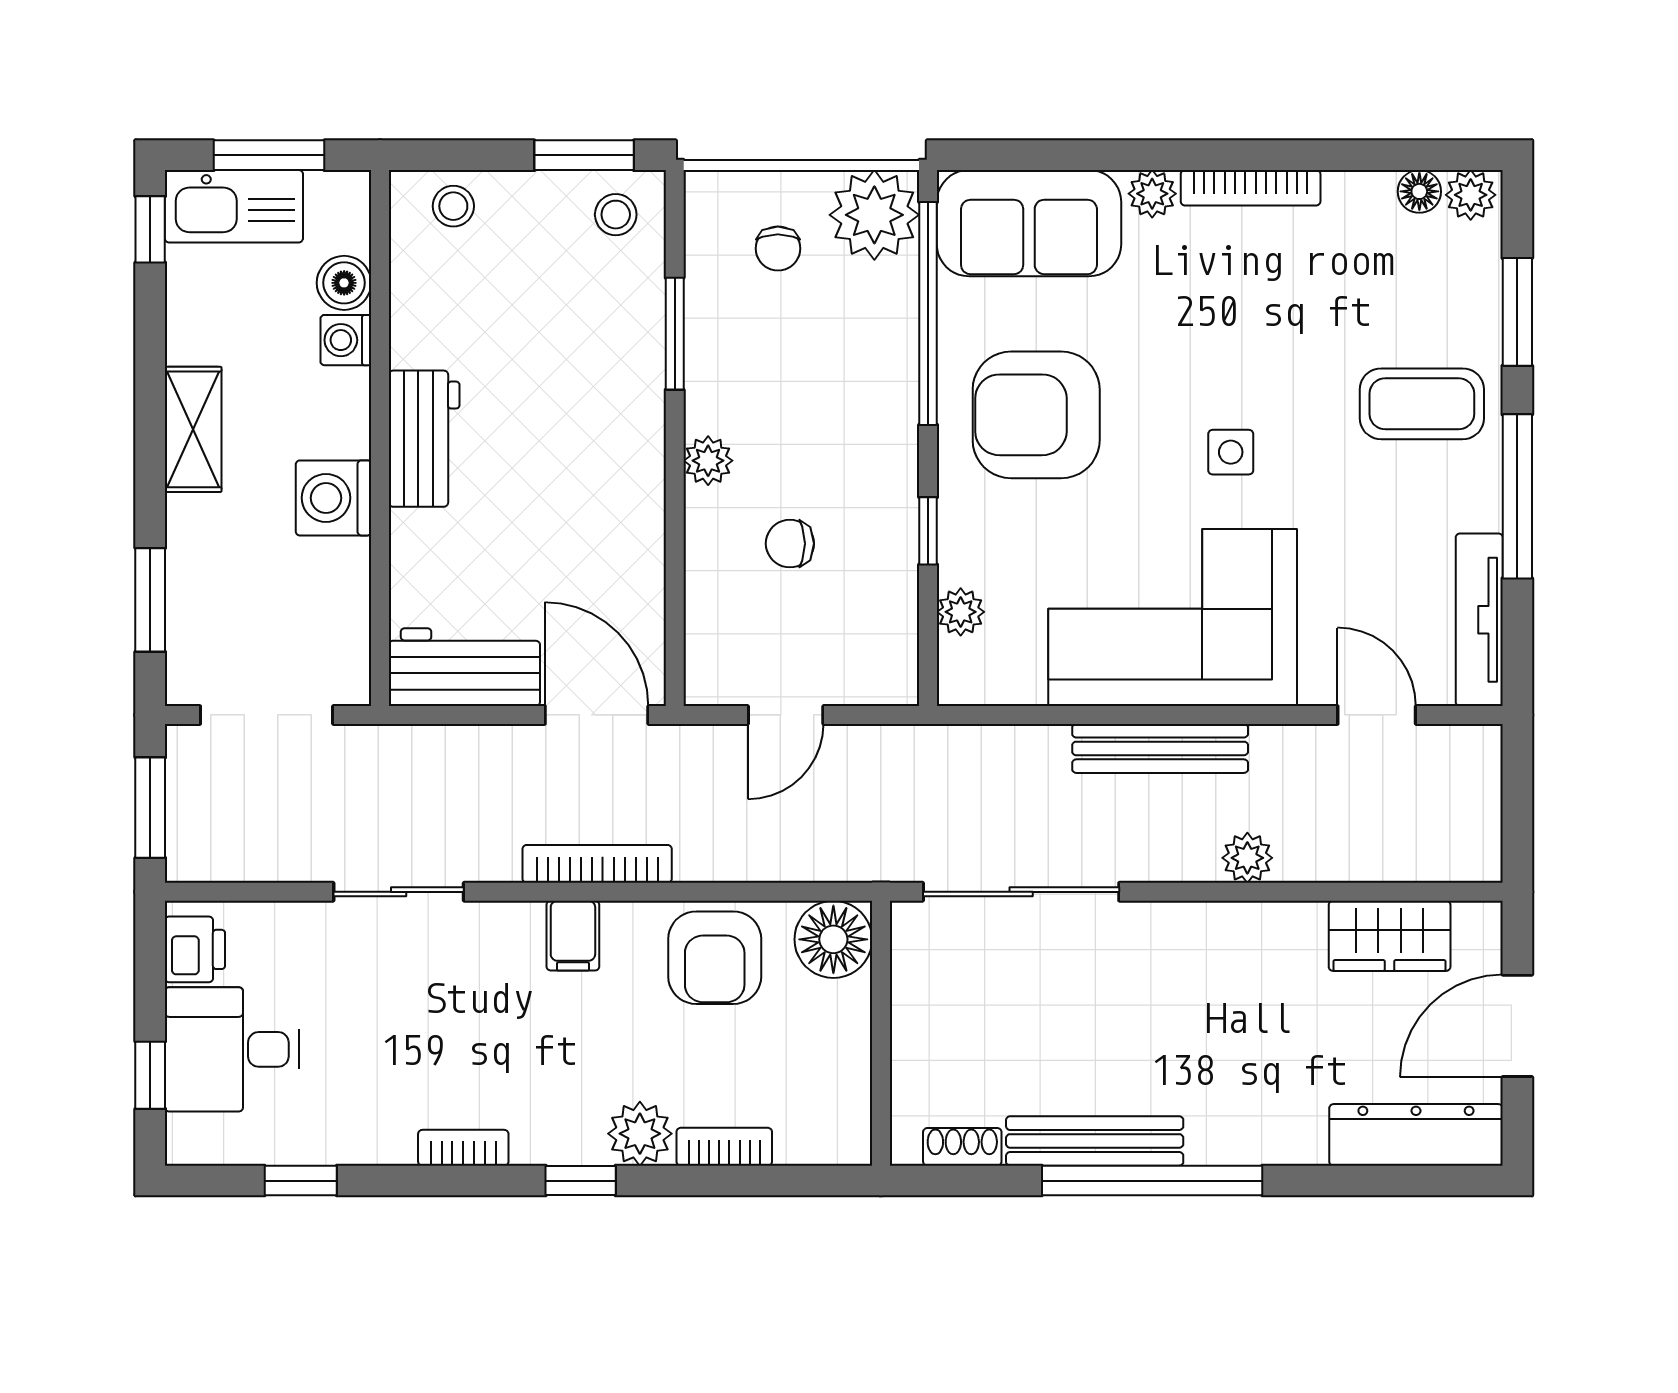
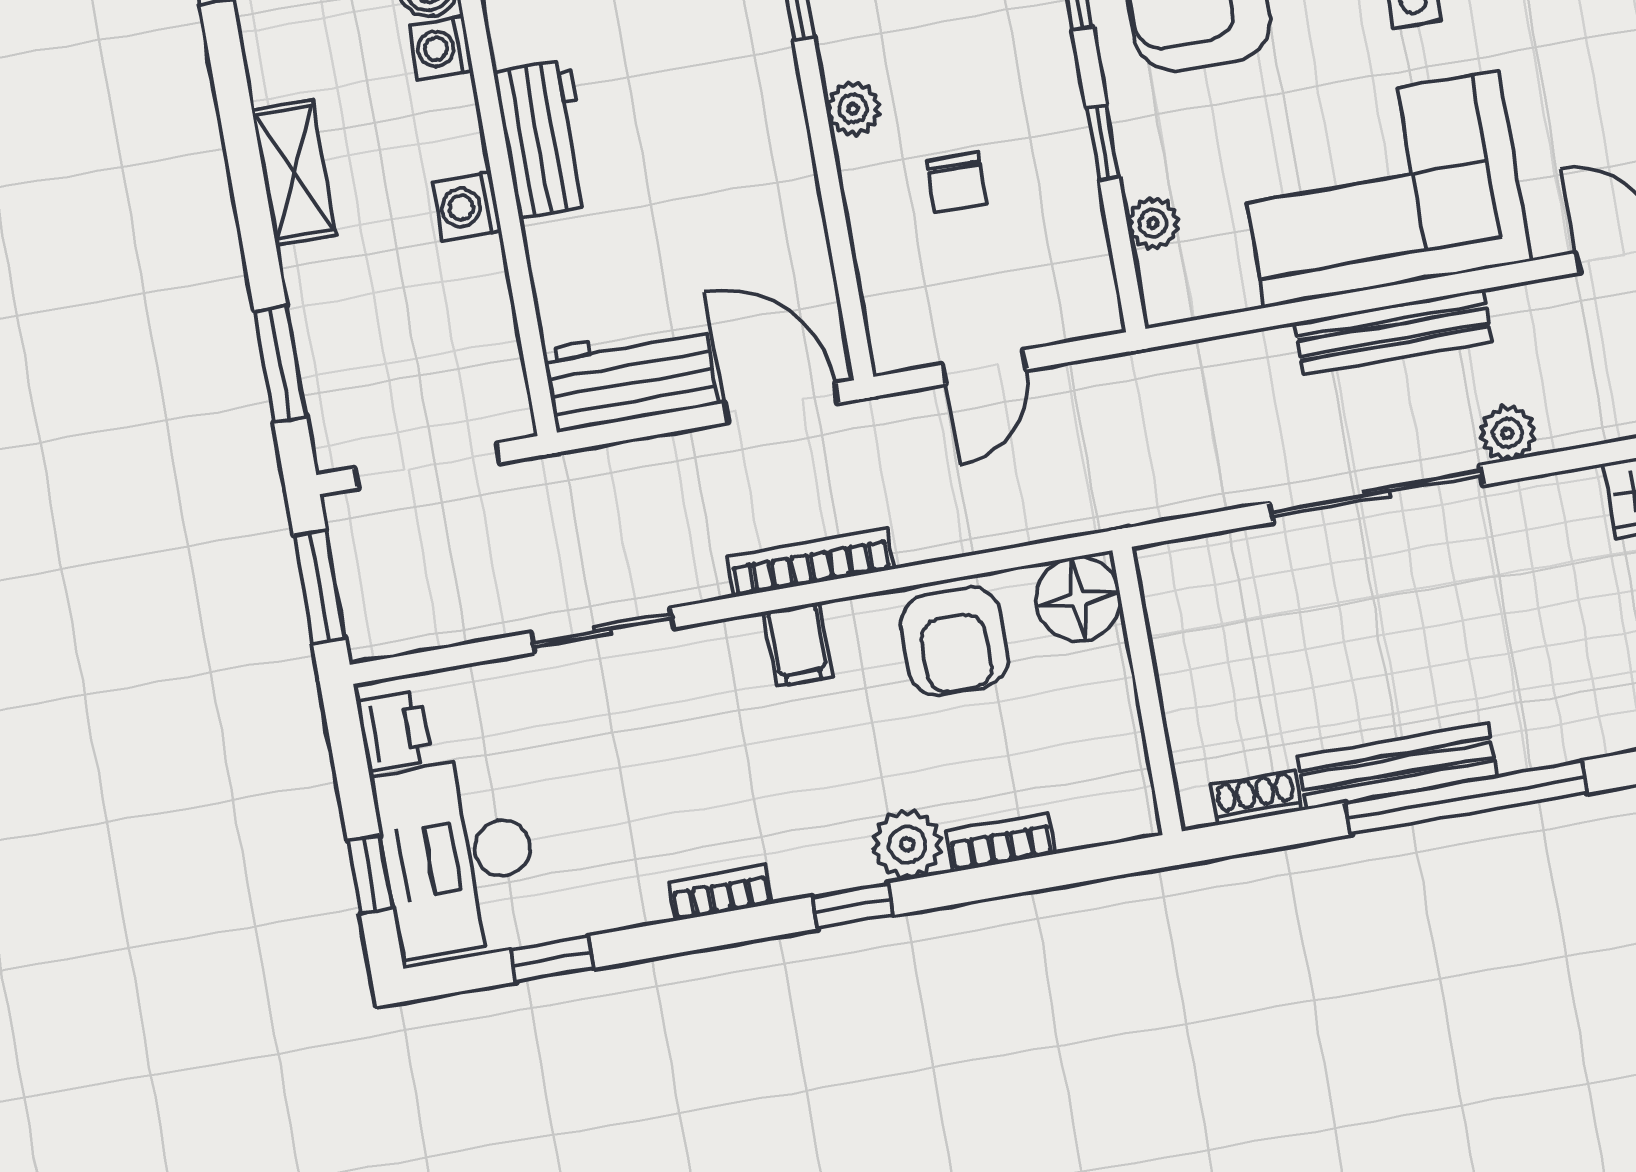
washing machine: (334, 498) -> (467, 207), width x0.73, depth x0.73
chair: (790, 544) -> (957, 182), turned -90
sliding door: (1021, 892) -> (1377, 494), moved
desk: (232, 1049) -> (458, 856), width x1.37

